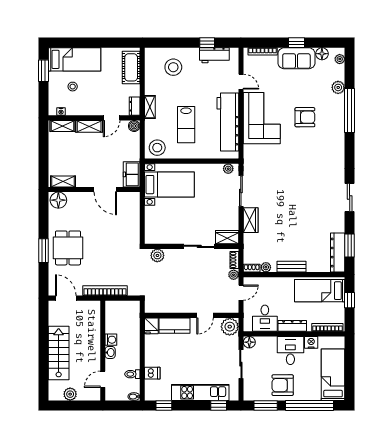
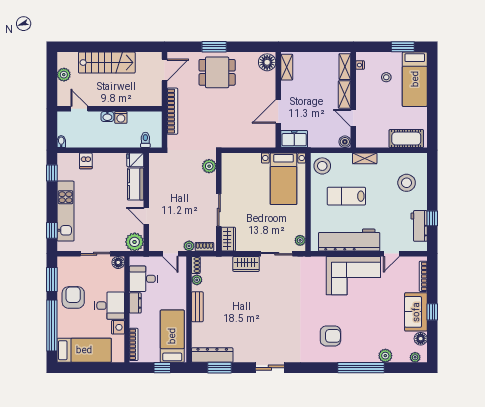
dresser: (135, 106) -> (366, 142), removed
armchair: (305, 117) -> (330, 336), moved, turned -90
dresser: (292, 326) -> (135, 303), width x0.70
toilet: (132, 374) -> (145, 140), moved

